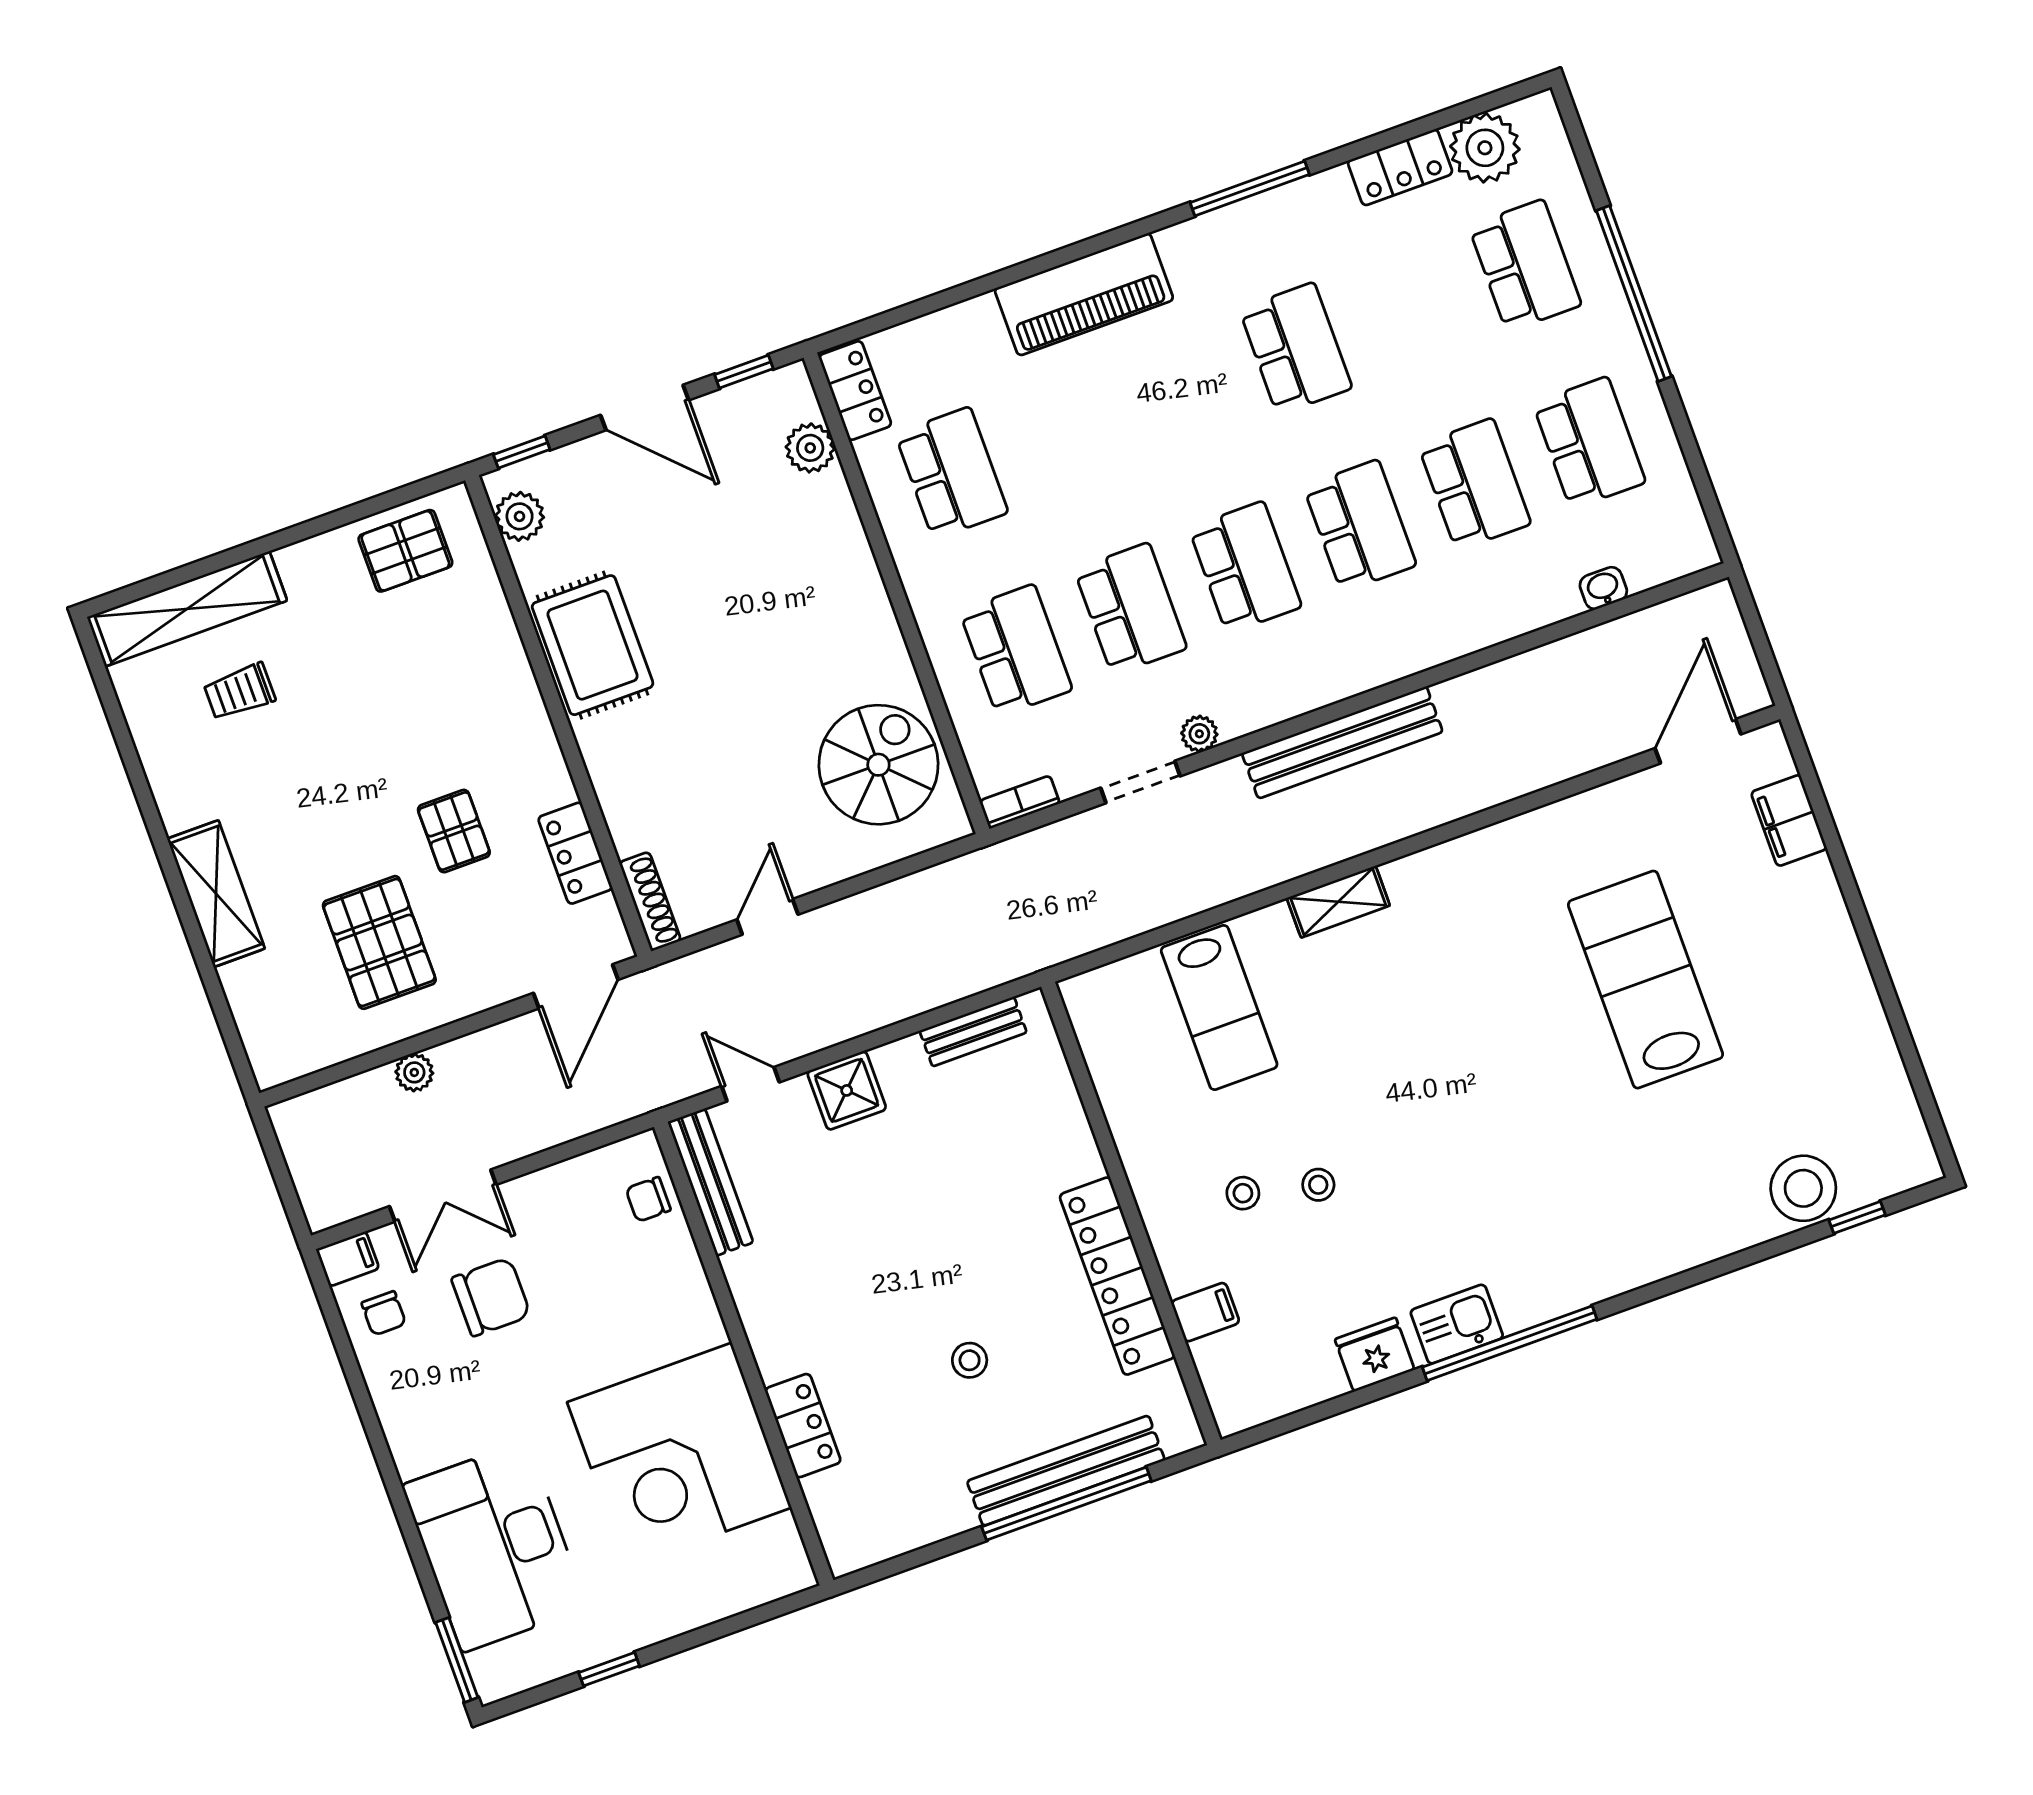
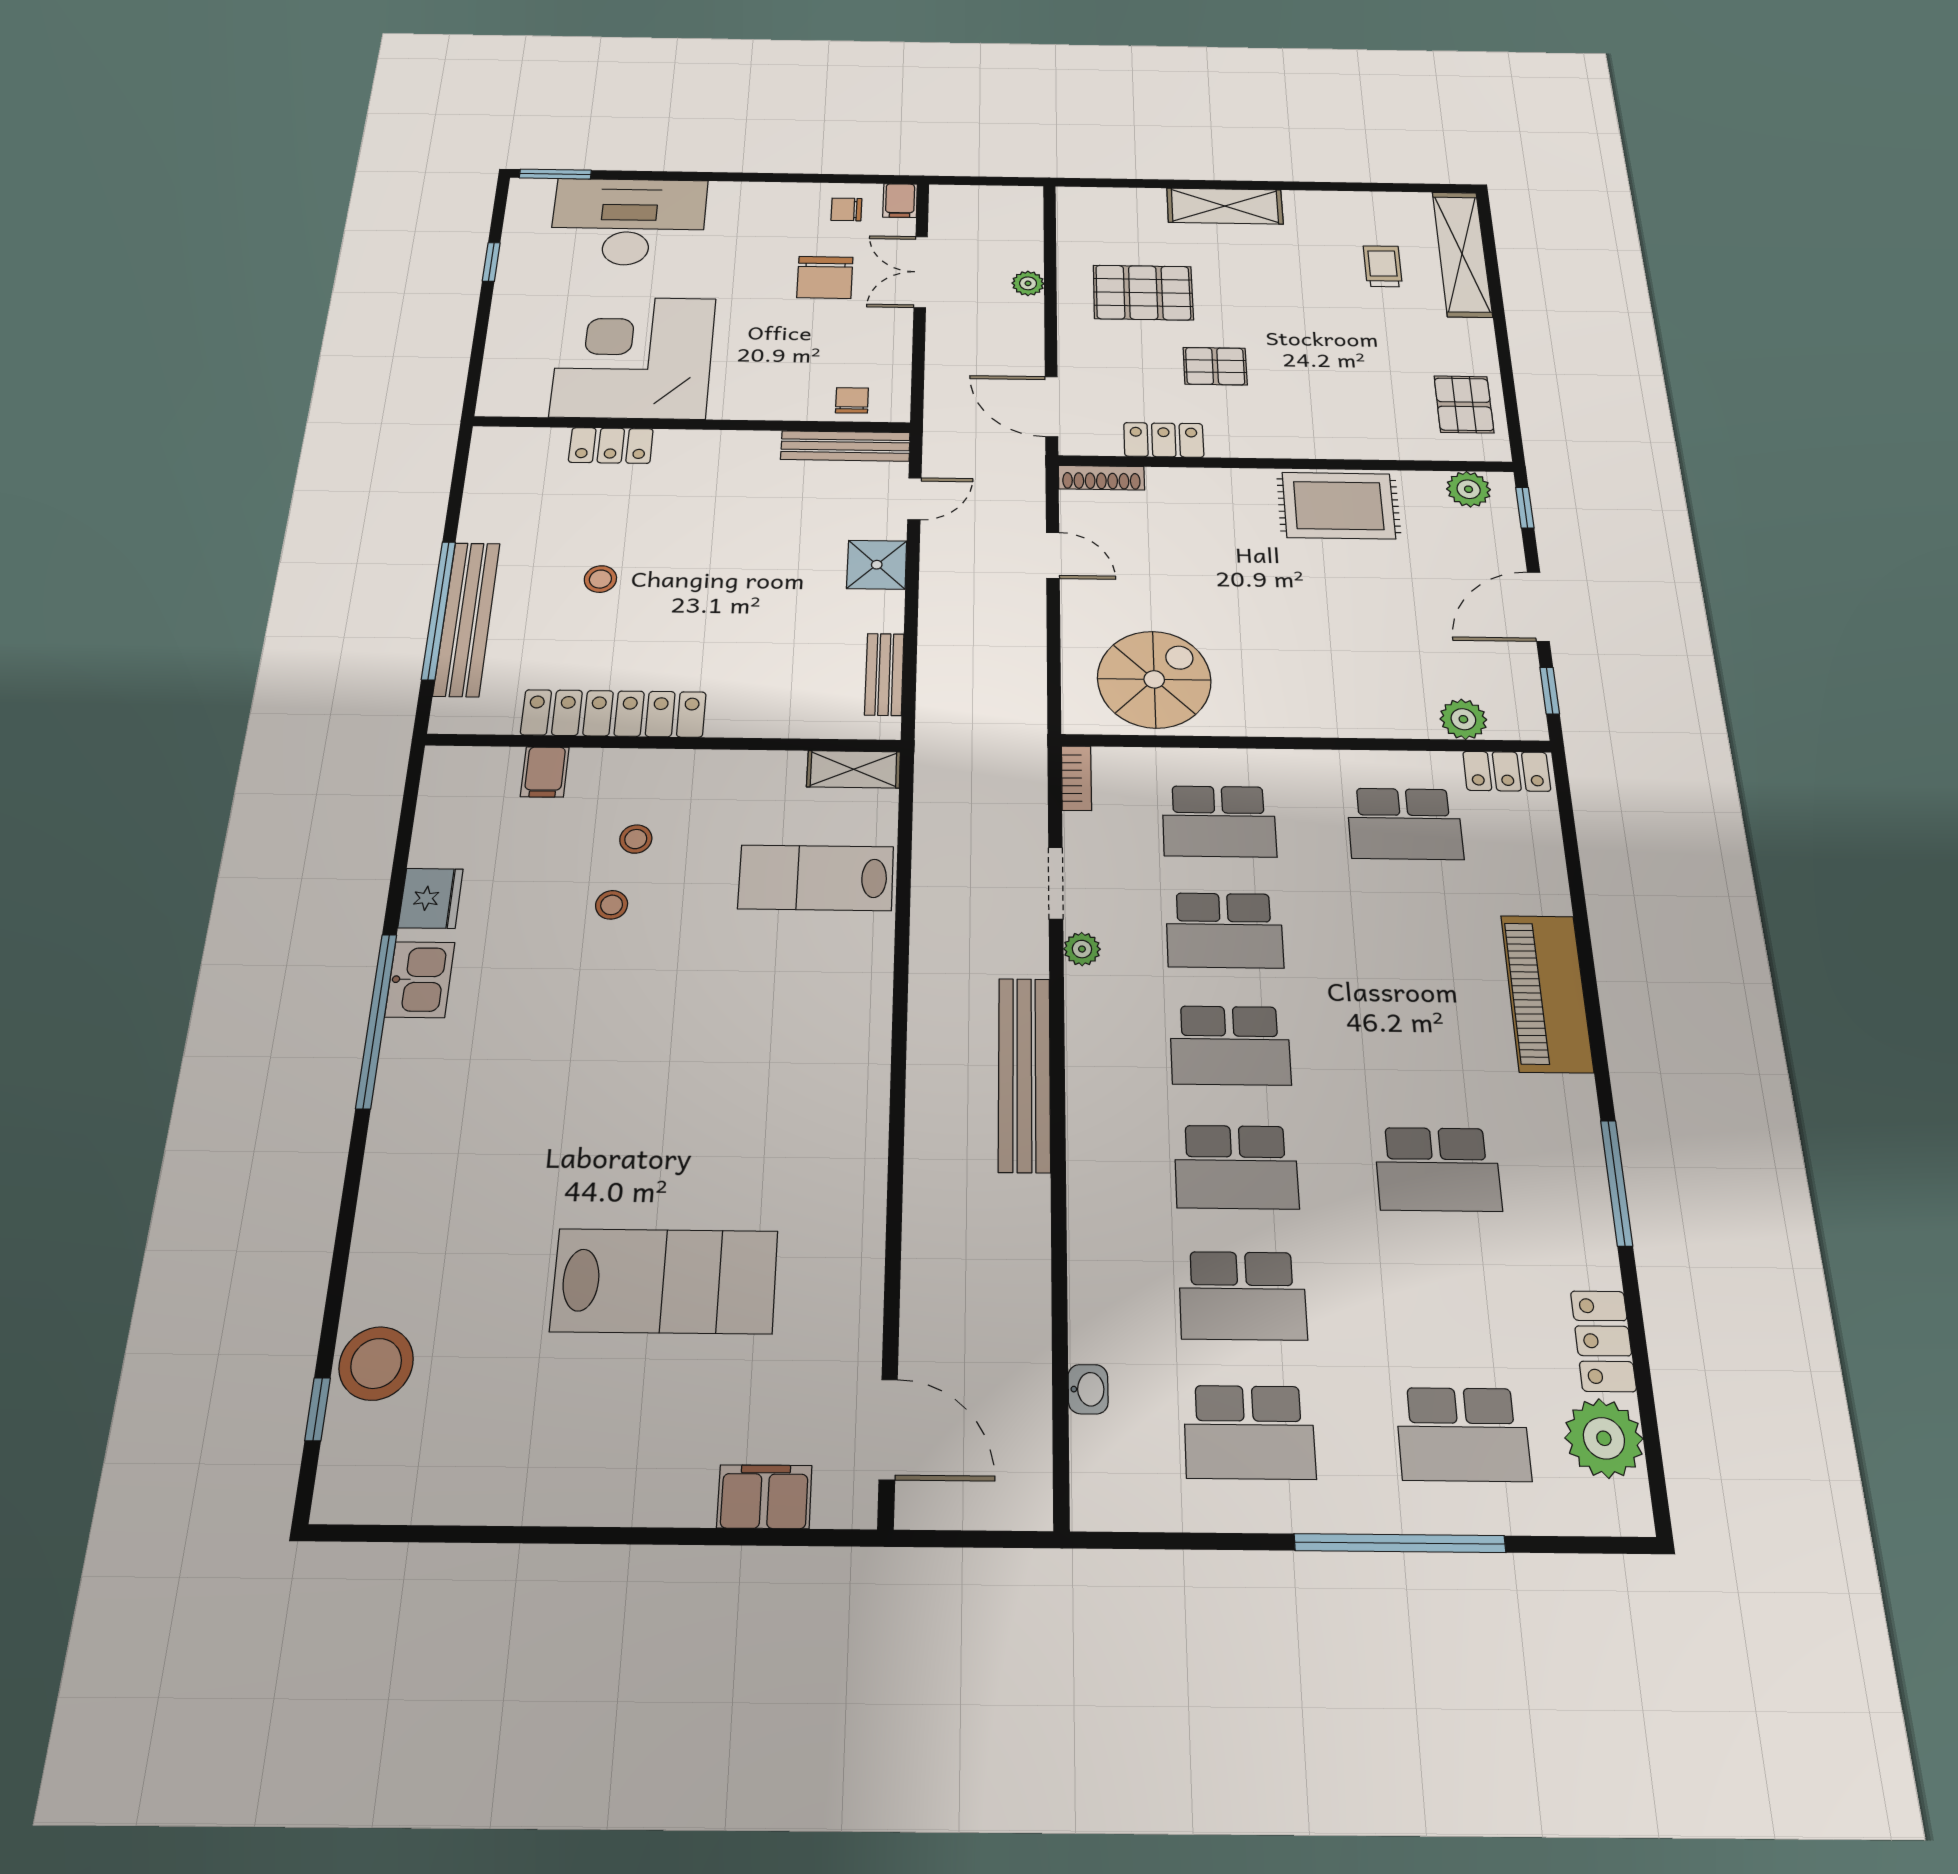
spiral stairs: (878, 765) -> (1154, 679), turned -90
shelving: (1338, 902) -> (854, 769), moved, turned 90

